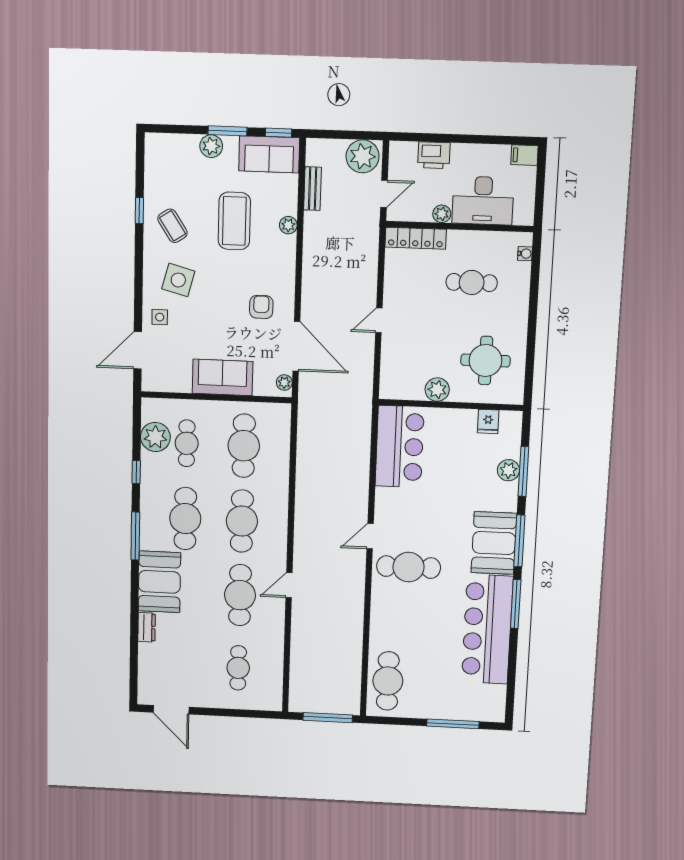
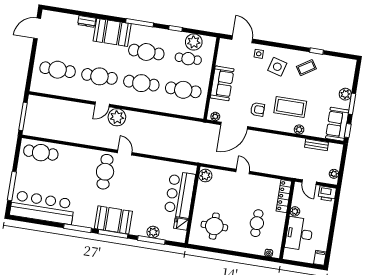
printer: (434, 155) -> (327, 194), moved, turned -90
plant: (363, 156) -> (334, 174), width x0.53, depth x0.53
coffee table: (234, 221) -> (290, 107), moved
plant: (437, 390) -> (205, 176), moved
bar counter: (400, 447) -> (180, 195), moved, turned 90
plant: (308, 557) -> (117, 117), added
door: (289, 585) -> (102, 104), swing flipped
bar counter: (487, 629) -> (42, 207), moved
cafe table: (238, 668) -> (58, 70), width x1.37, depth x1.35

